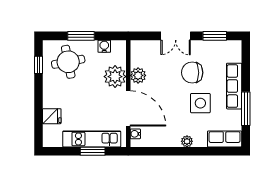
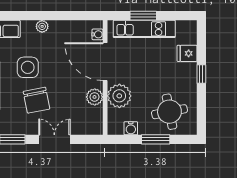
window: (39, 65) -> (201, 74), moved
chair: (192, 73) -> (37, 100), turned 79

